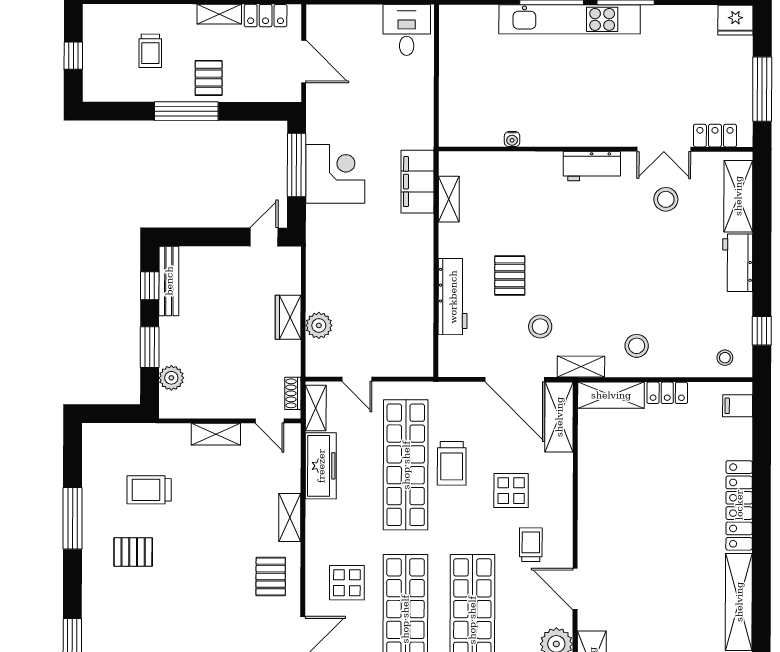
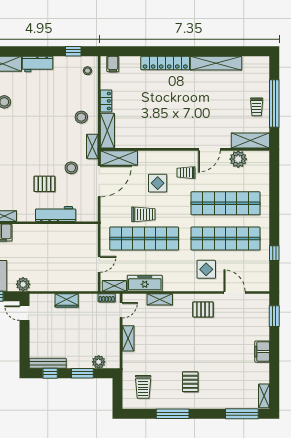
plant: (319, 325) -> (23, 284), moved
trolley: (149, 490) -> (143, 387), moved
shelving: (290, 518) -> (160, 299), moved

